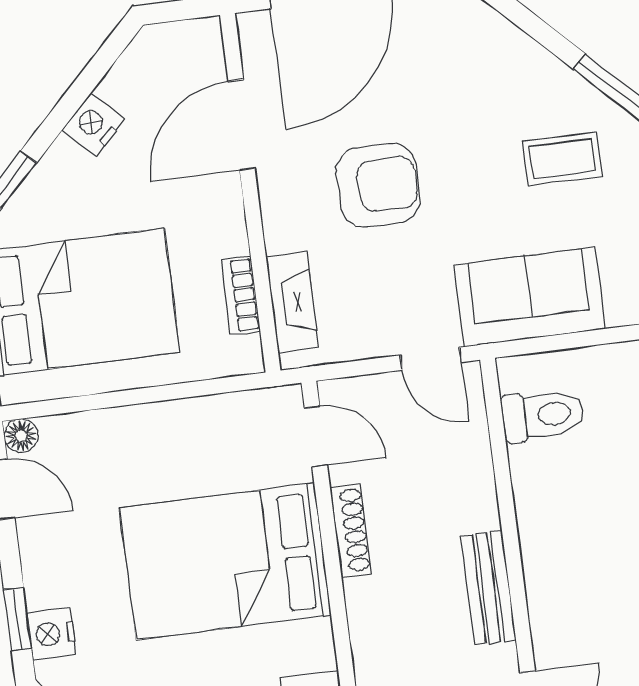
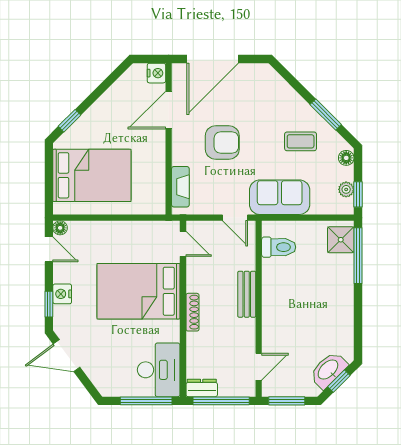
nightstand: (94, 124) -> (156, 73), moved, turned 135
bookcase: (241, 295) -> (159, 181), removed
shoe rack: (351, 530) -> (192, 312), moved
bench: (488, 588) -> (247, 294), moved
nightstand: (52, 634) -> (62, 294), moved

